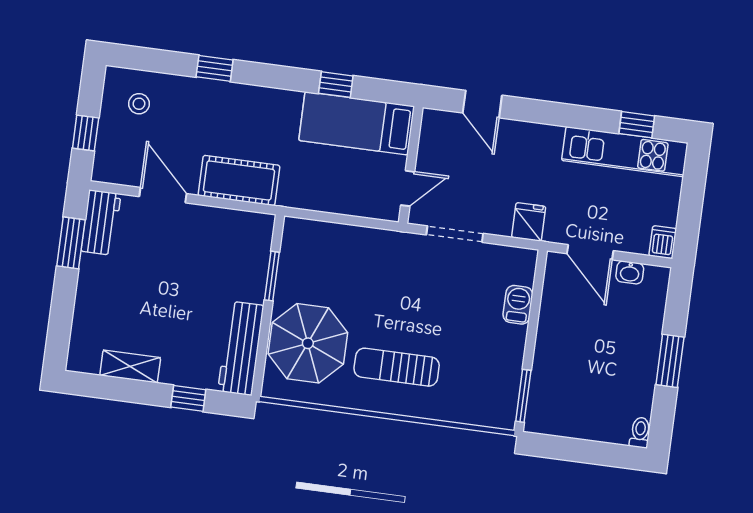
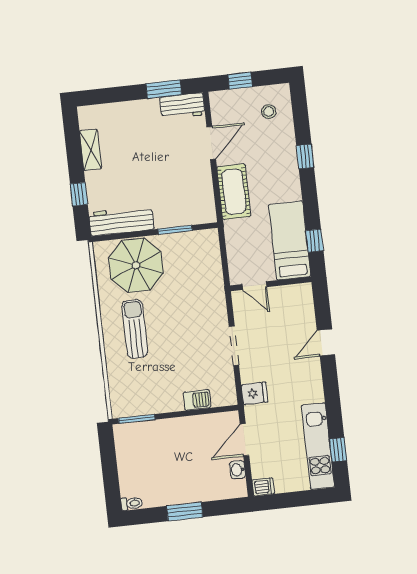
bed: (357, 123) -> (290, 240), moved
wall: (411, 165) -> (271, 284), moved
door: (408, 188) -> (254, 286), moved

